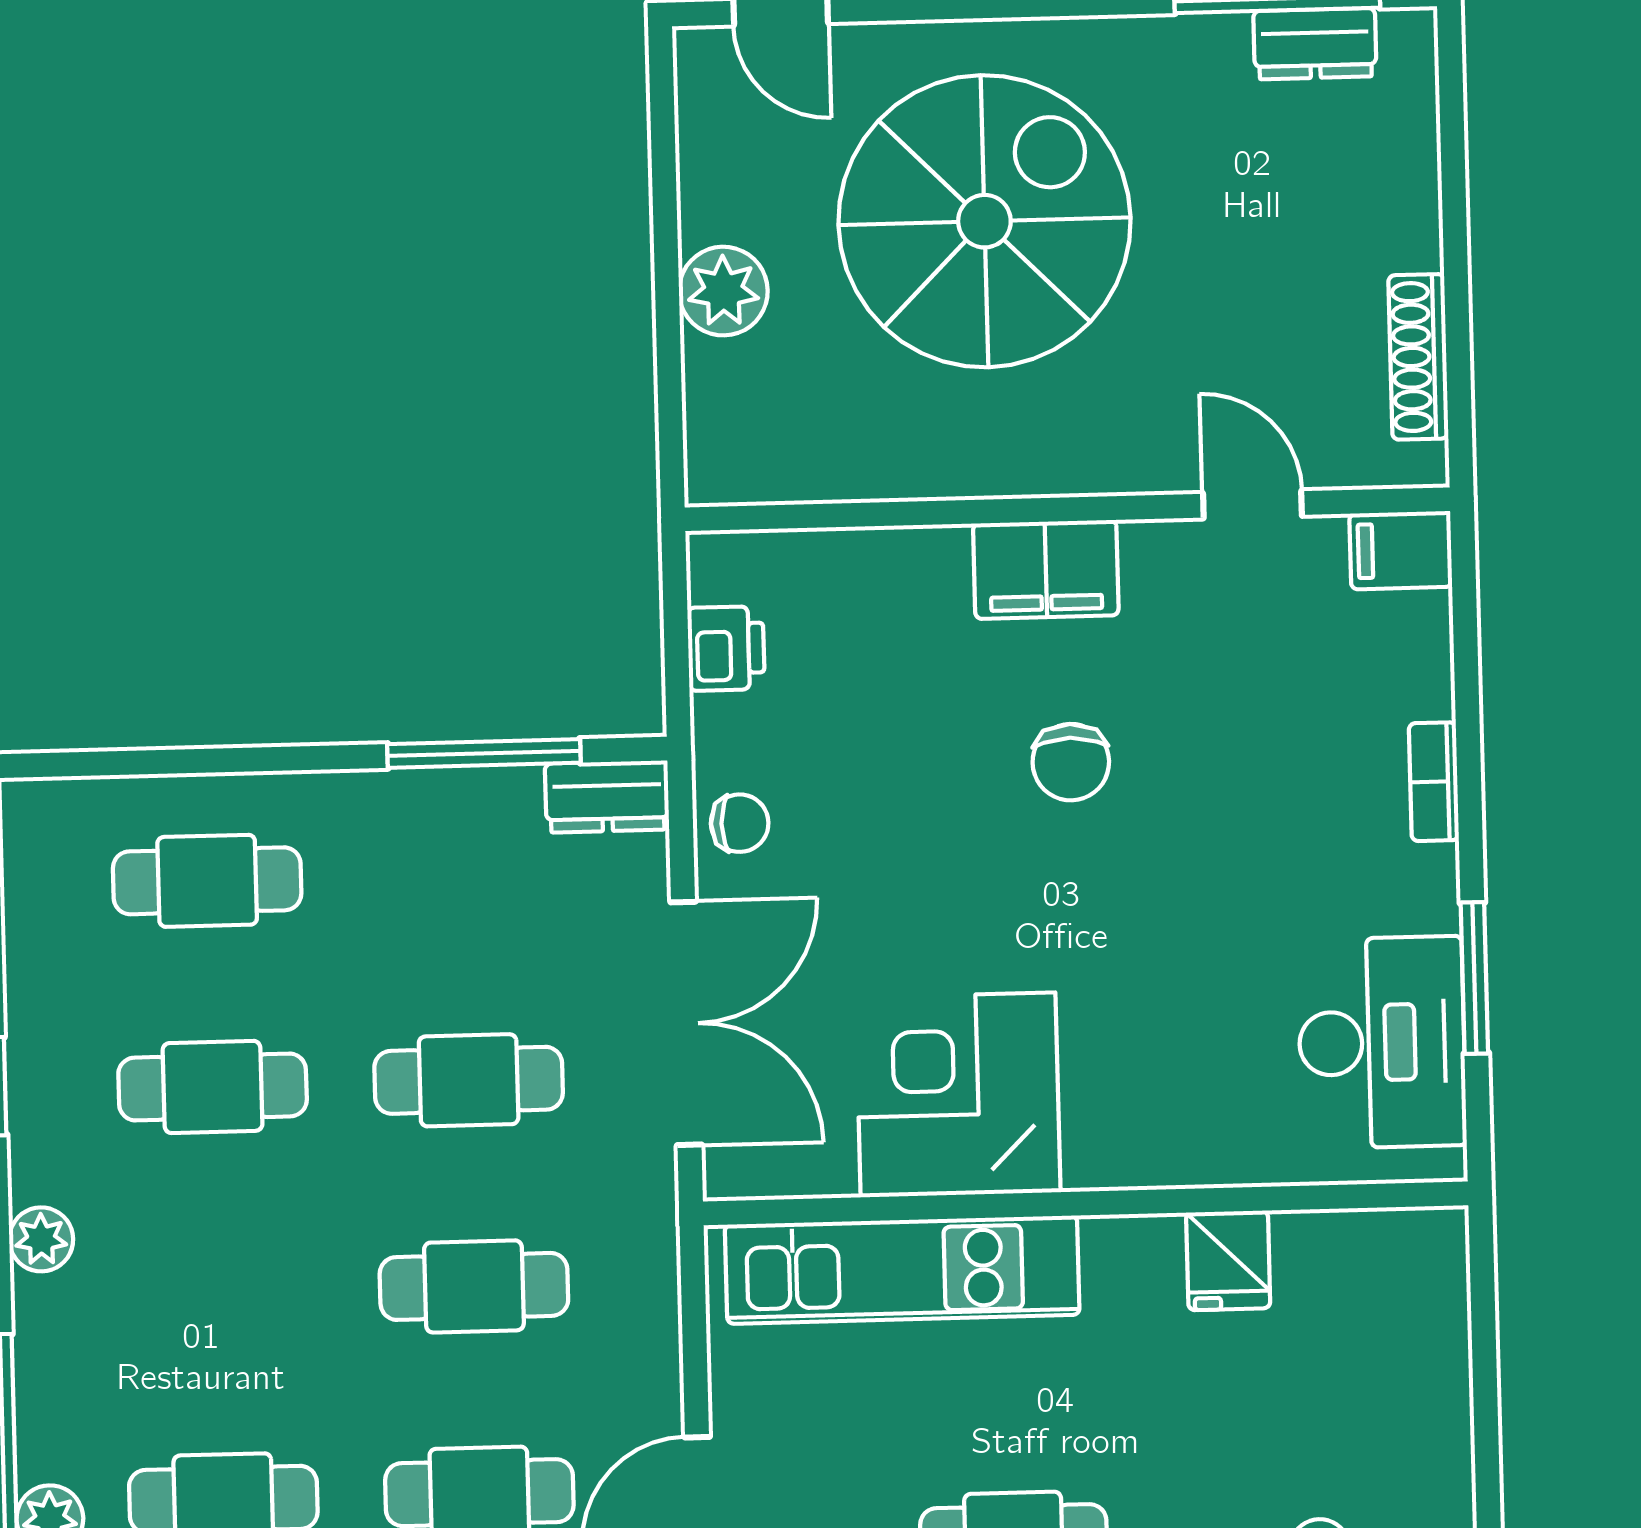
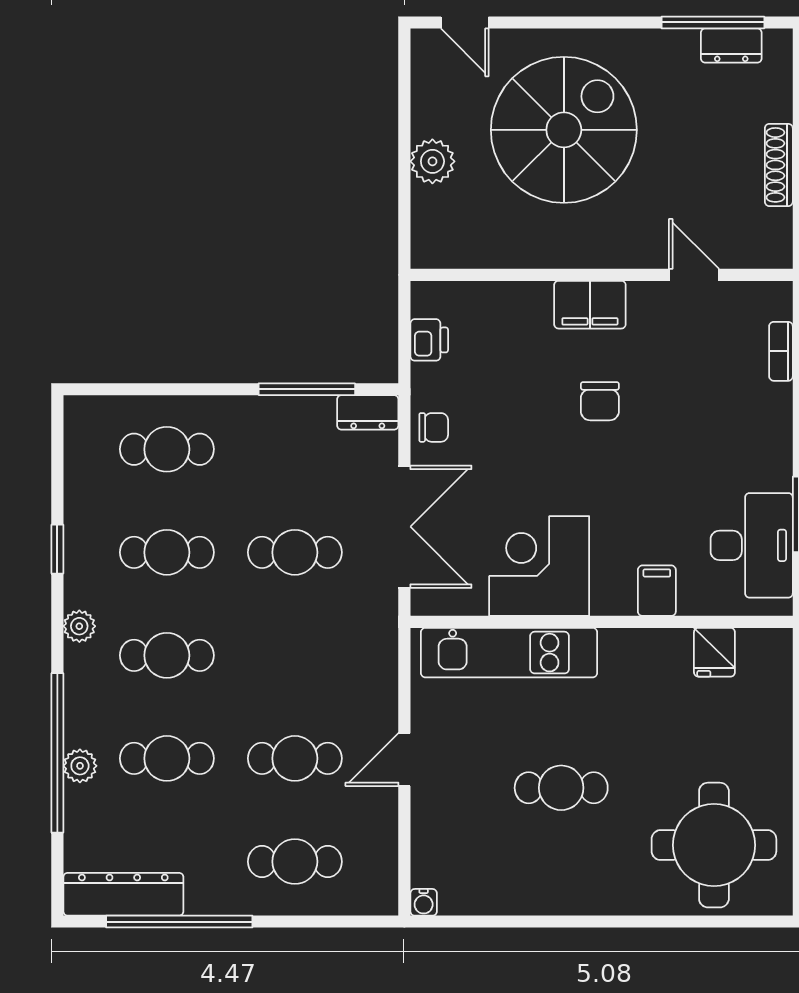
shoe rack: (1418, 357) -> (779, 165), moved
filing cabinet: (1401, 550) -> (657, 591), moved, turned 90
bookcase: (1434, 782) -> (781, 351), moved
fridge: (1228, 1260) -> (714, 652), moved
cafe table: (474, 1286) -> (167, 655), moved

